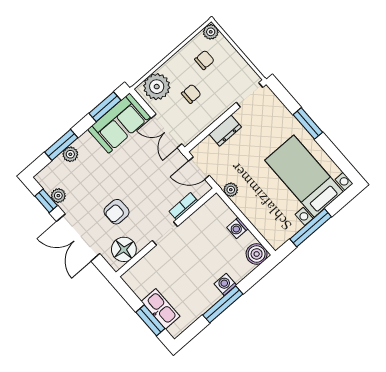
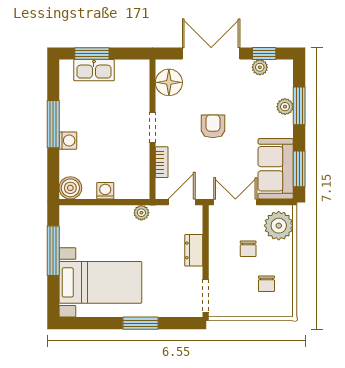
plant: (211, 32) -> (285, 309), removed
armchair: (116, 212) -> (213, 126), moved

